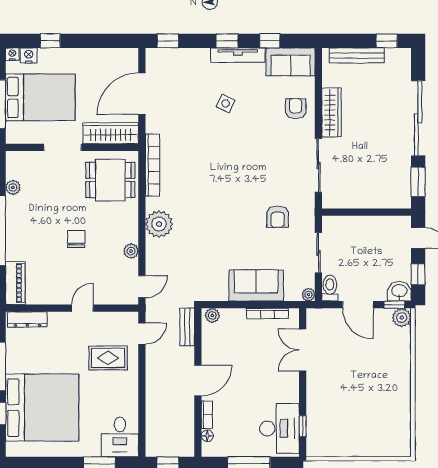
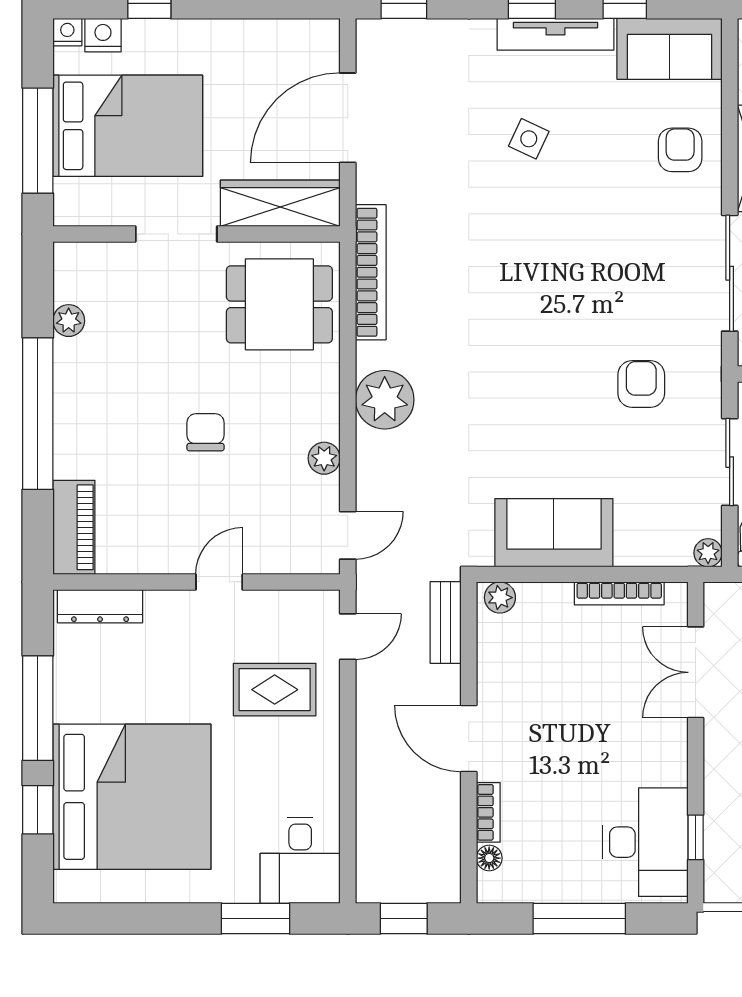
armchair: (278, 217) -> (641, 384), turned 180
sofa: (256, 285) -> (554, 533), moved
door: (198, 381) -> (469, 739), swing flipped

